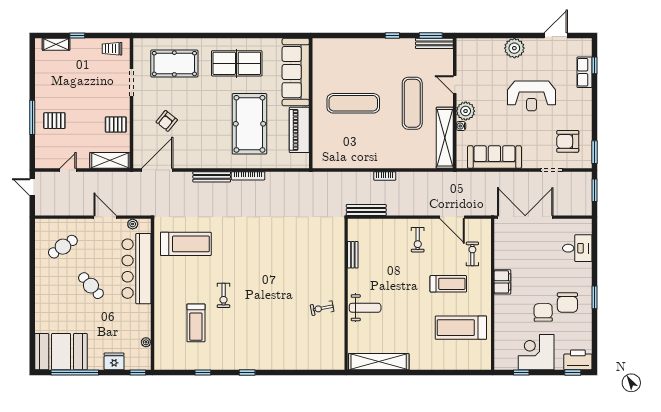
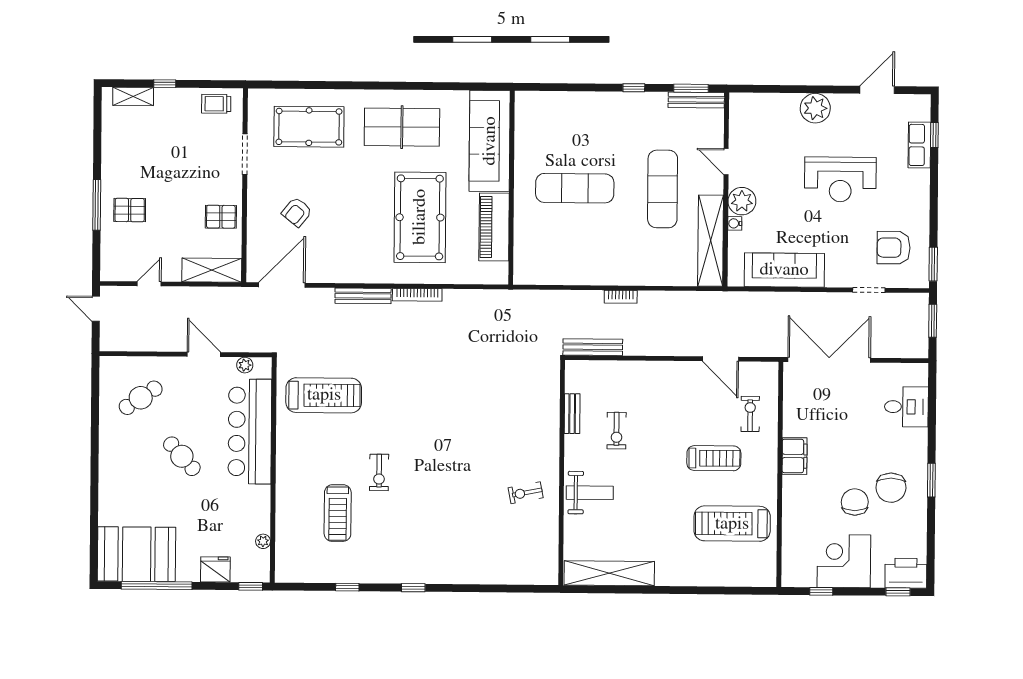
exercise bike: (418, 240) -> (617, 431), moved

